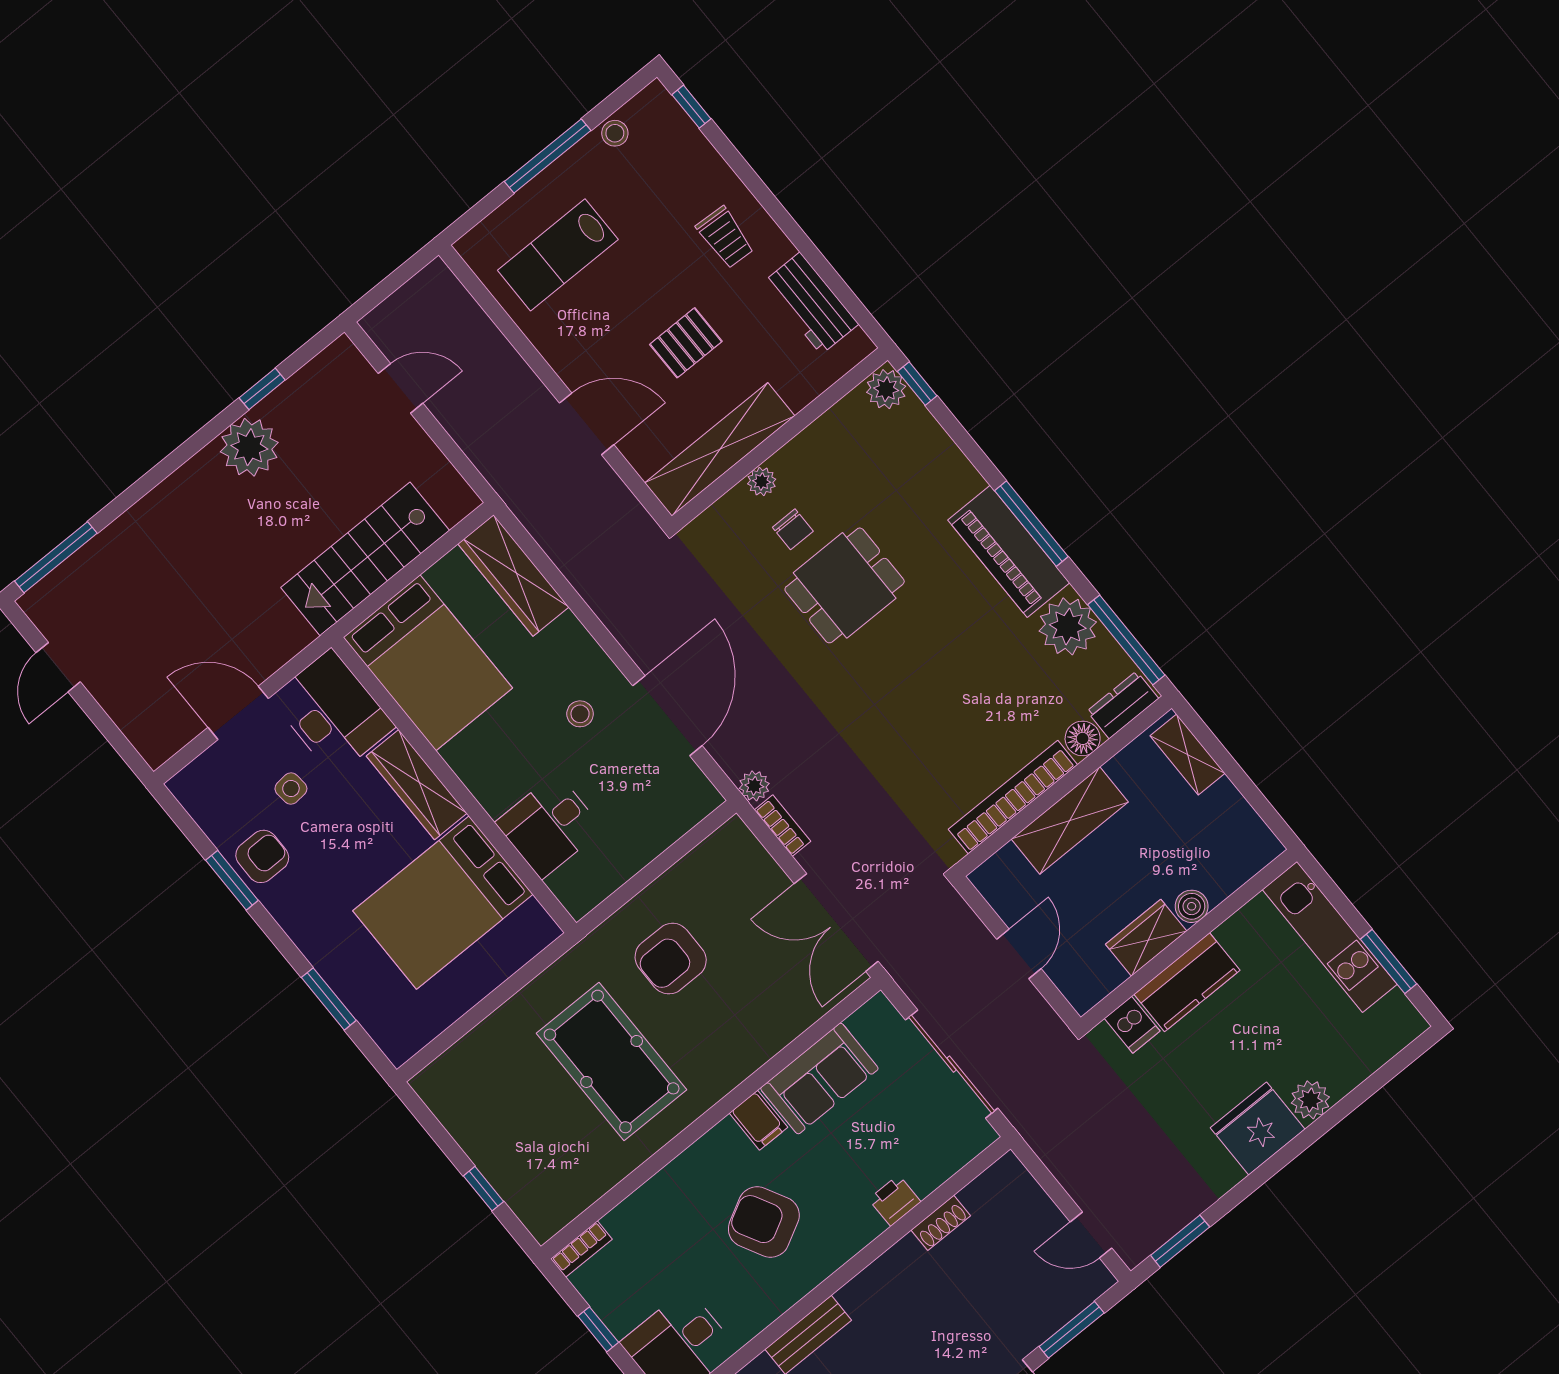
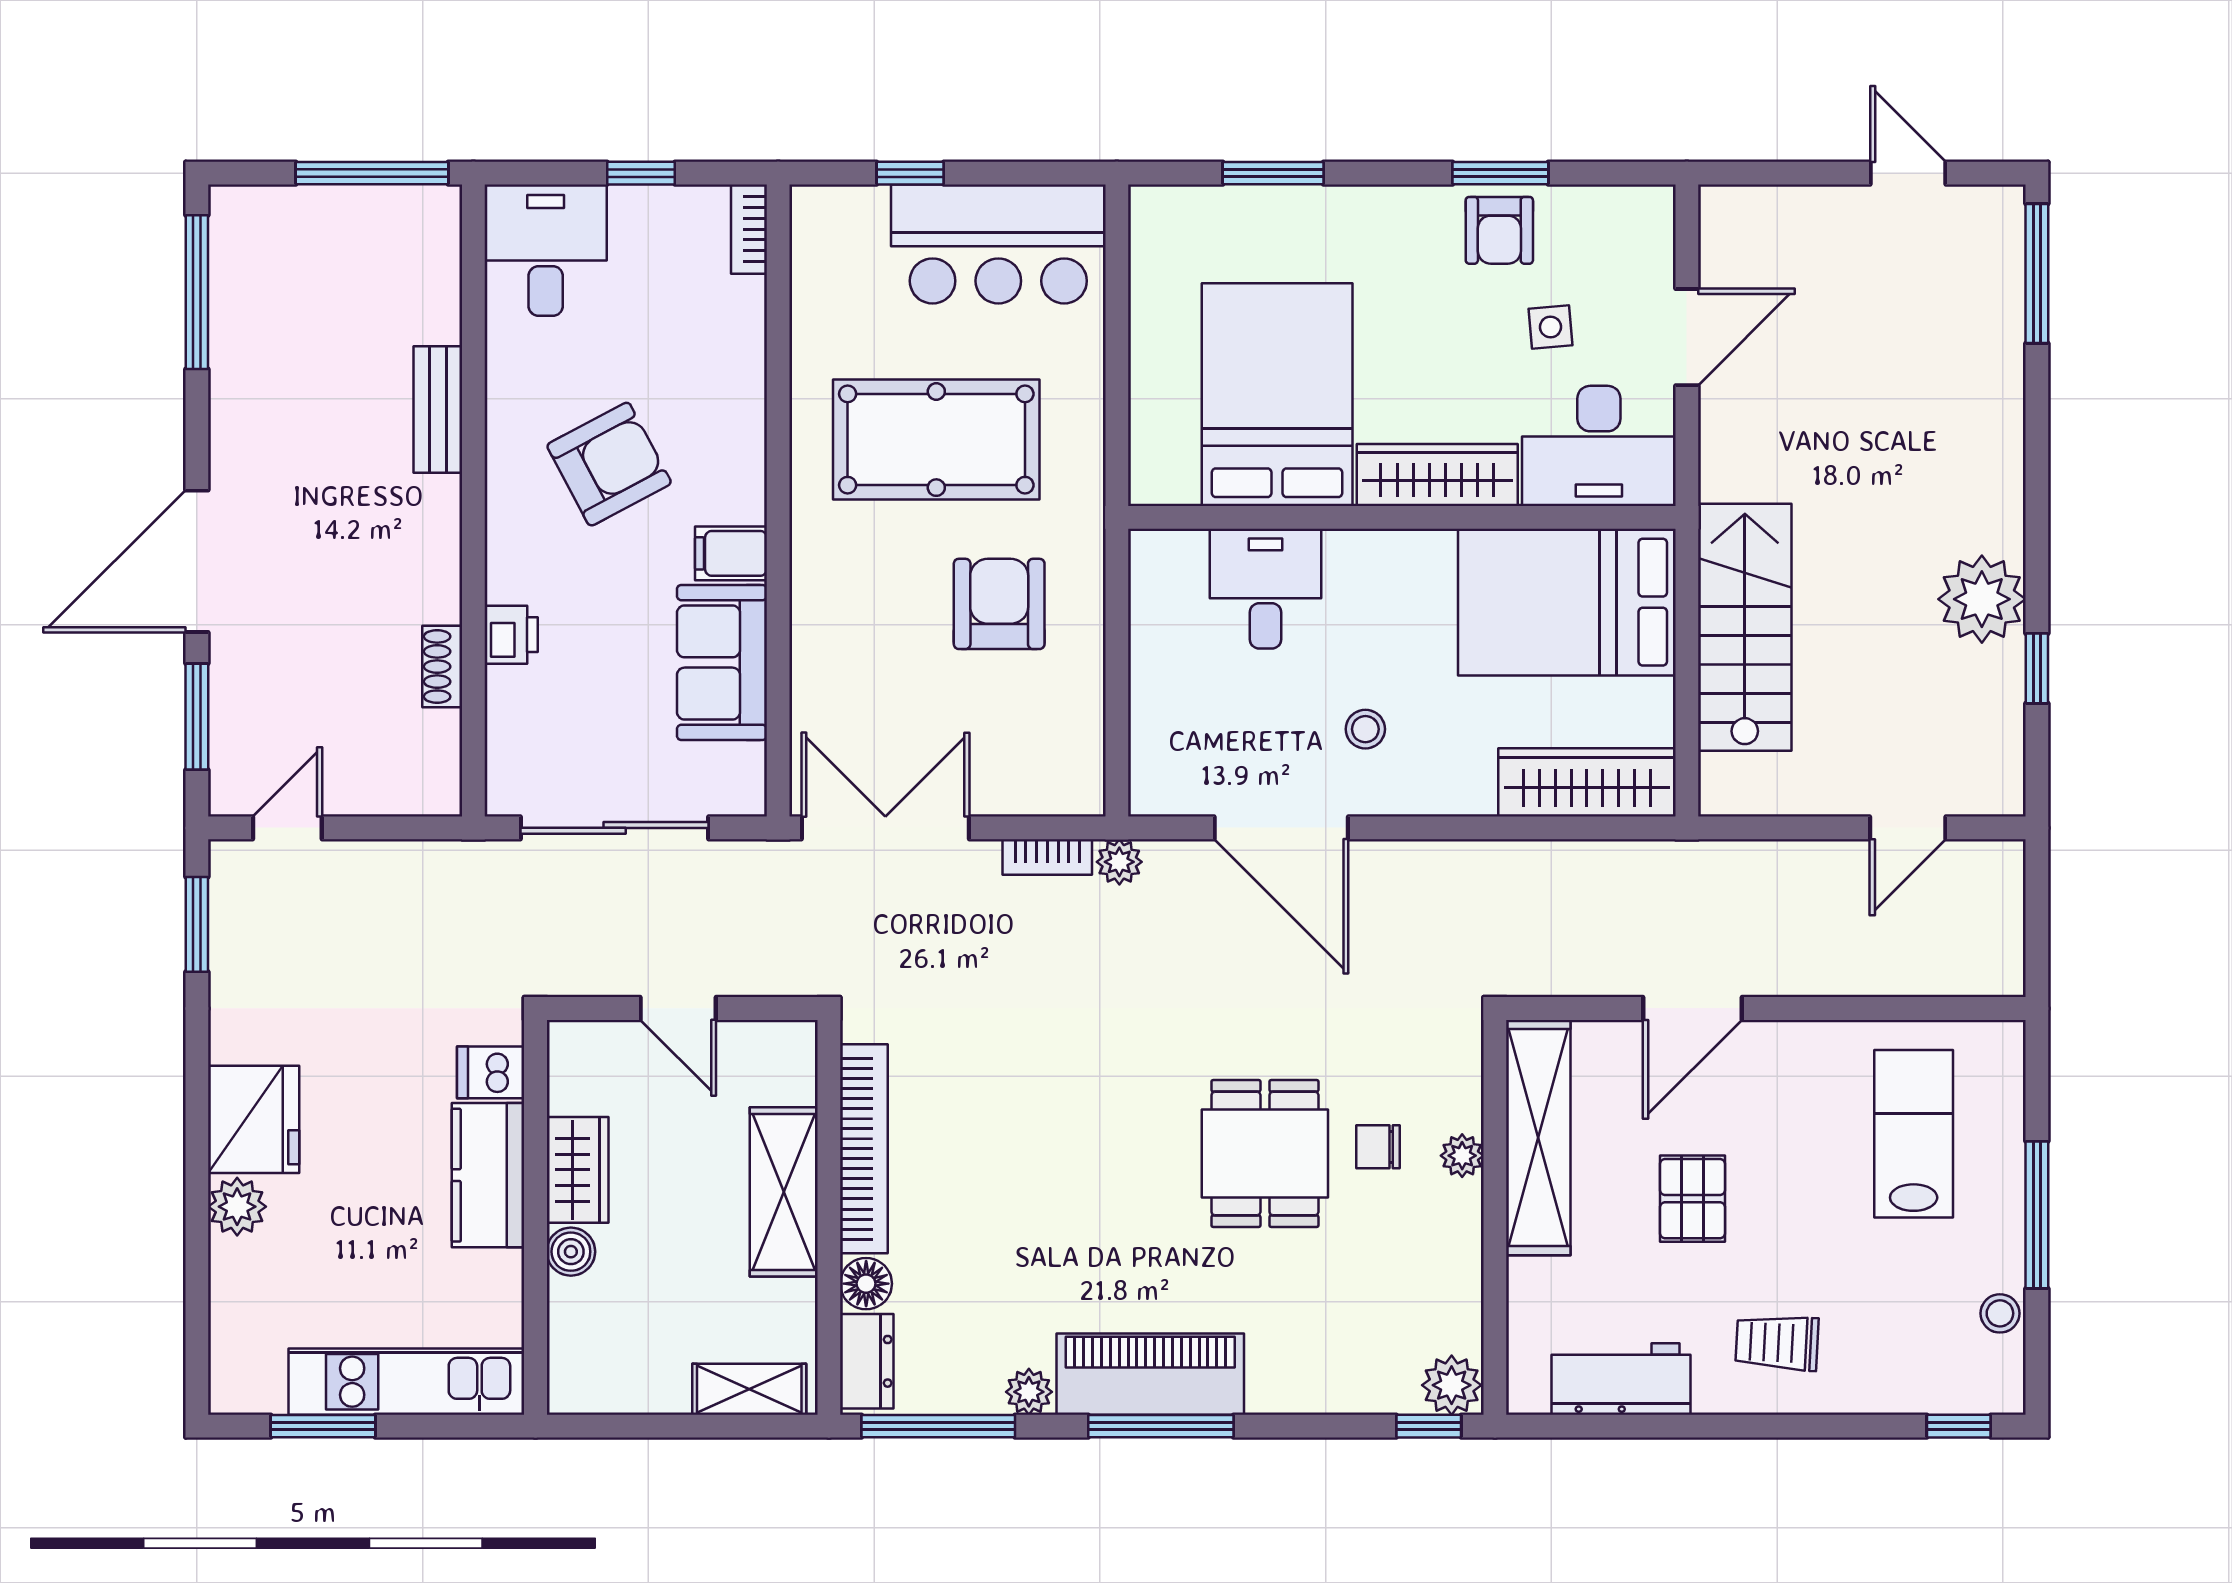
plant: (1068, 626) -> (1029, 1392), width x0.53, depth x0.53
bar counter: (483, 1112) -> (998, 244), added

